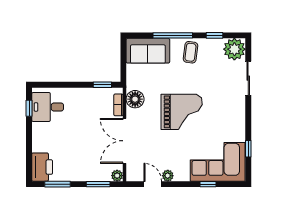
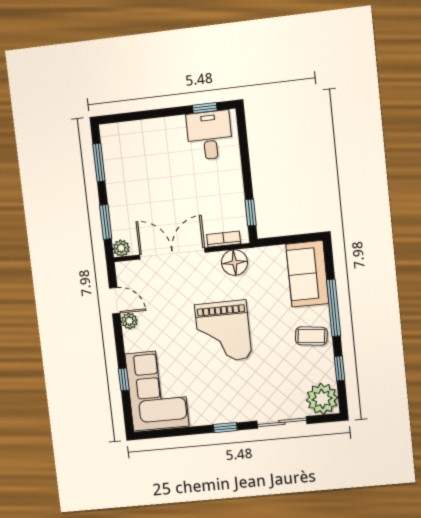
window: (248, 149) -> (225, 428), moved
printer: (42, 167) -> (121, 137), removed
door: (153, 184) -> (115, 301), hinge flipped

